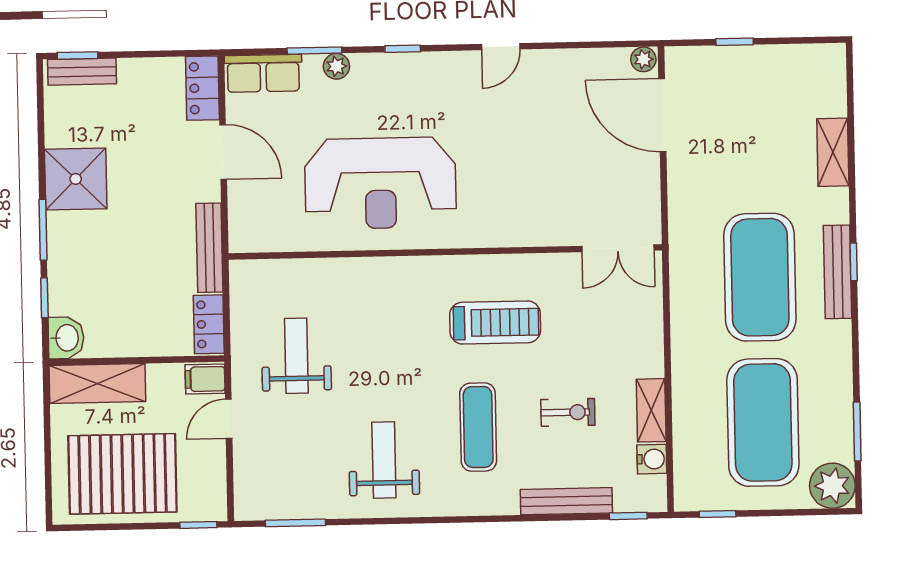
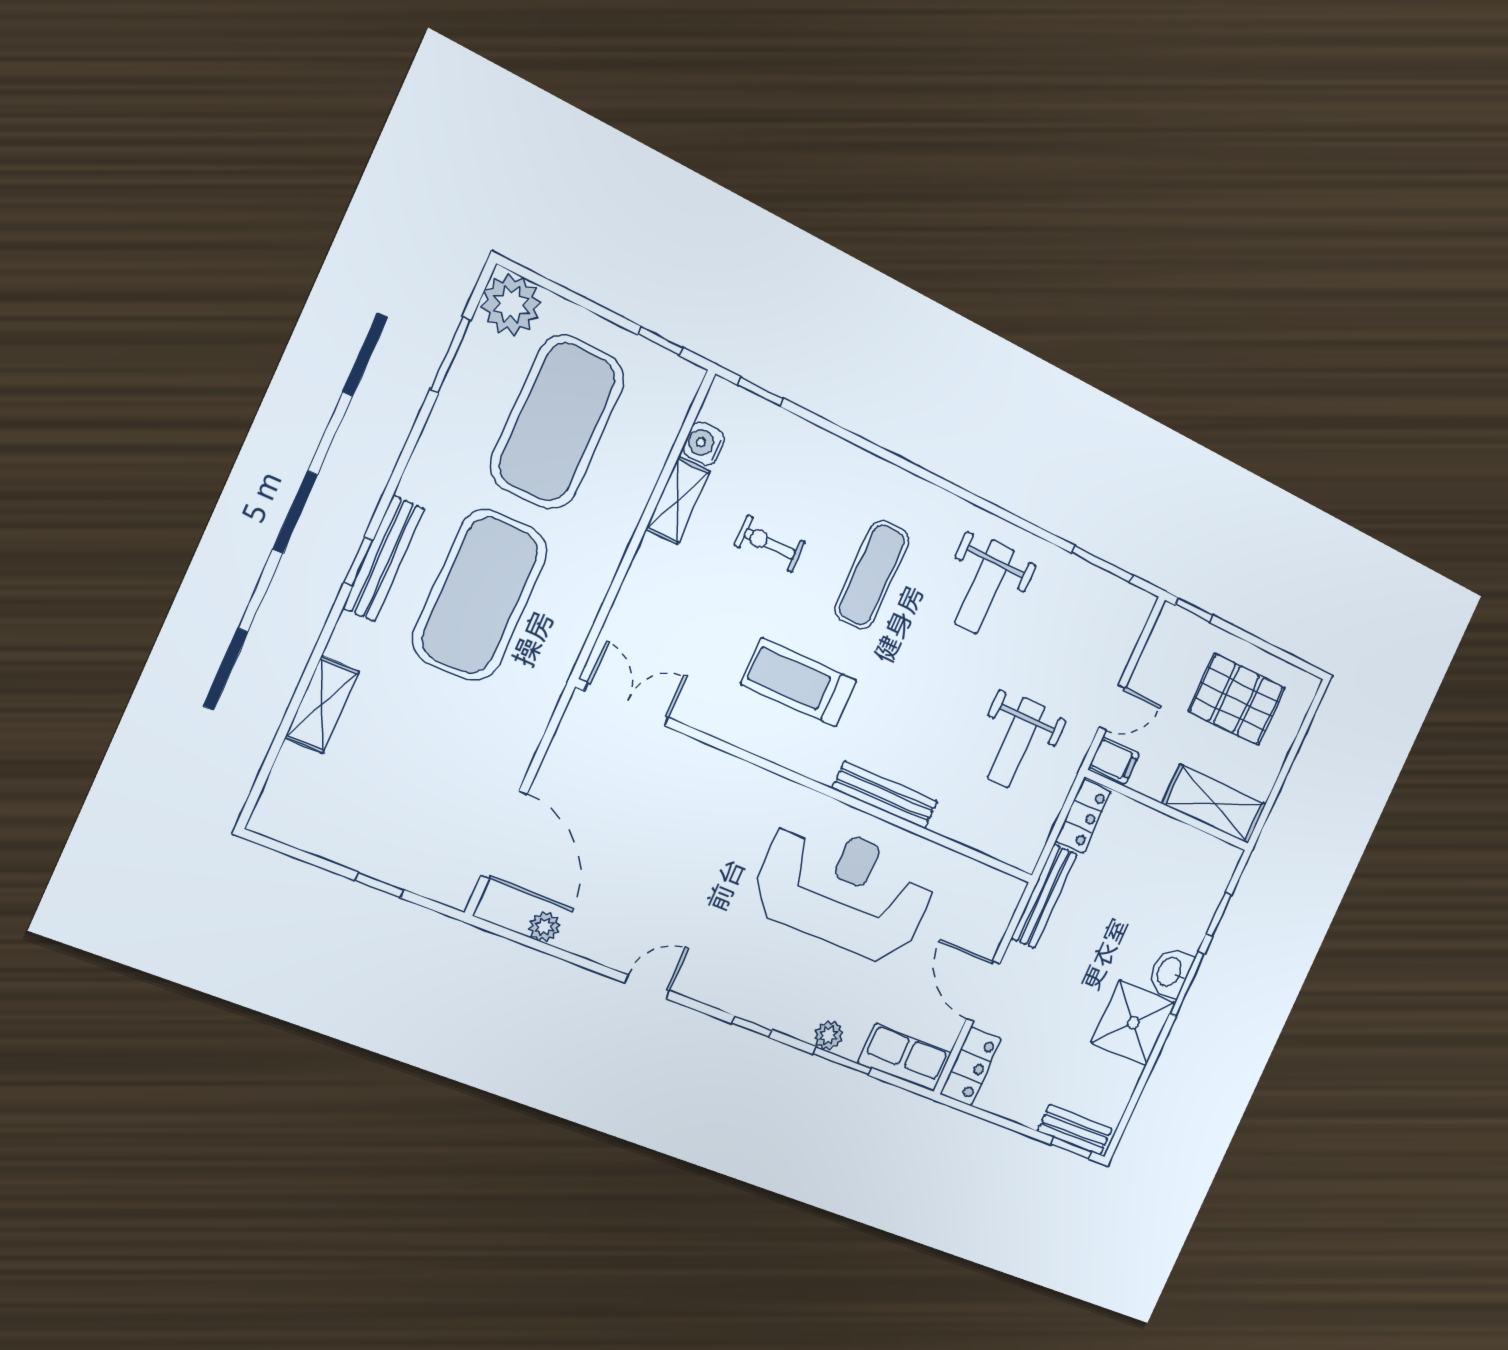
plant: (643, 59) -> (544, 927), moved
washbasin: (66, 338) -> (1170, 972), moved
pallet: (122, 474) -> (1237, 699), width x0.73, depth x0.71
bench: (566, 501) -> (885, 795), moved

